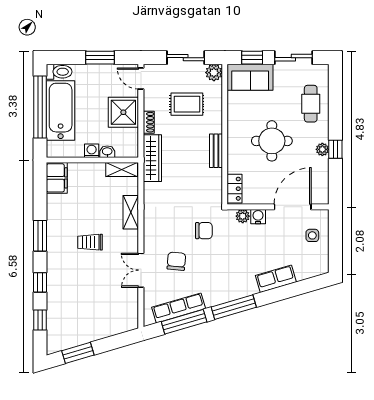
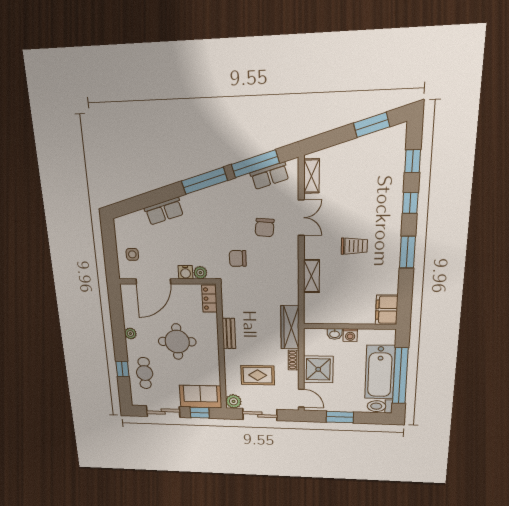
window: (335, 149) -> (122, 369), moved
shelving: (122, 170) -> (311, 176), moved, turned 90
row of seats: (179, 308) -> (270, 176), width x0.68

